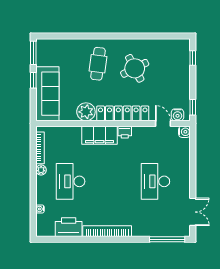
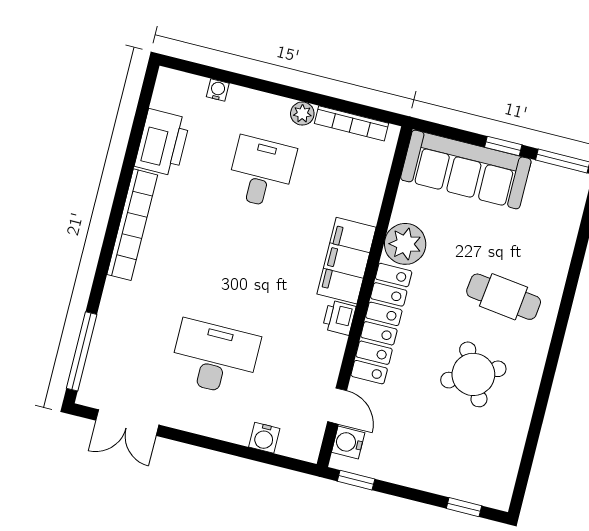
door: (163, 123) -> (337, 406), hinge flipped
water cooler: (184, 132) -> (264, 438), moved
desk: (71, 181) -> (261, 172), width x0.73

